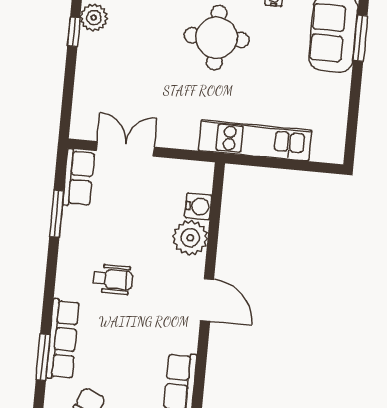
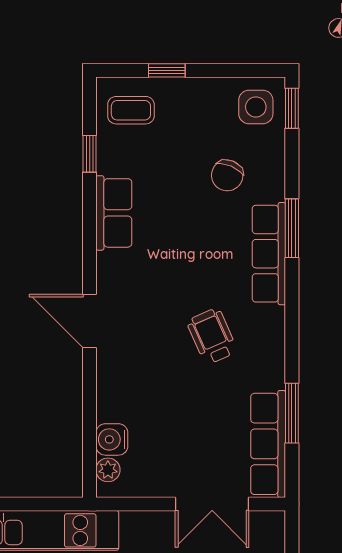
row of seats: (79, 178) -> (268, 444), width x1.48
plant: (190, 238) -> (108, 470), moved, width x0.53, depth x0.53
wheelchair: (113, 279) -> (212, 336), turned 66

